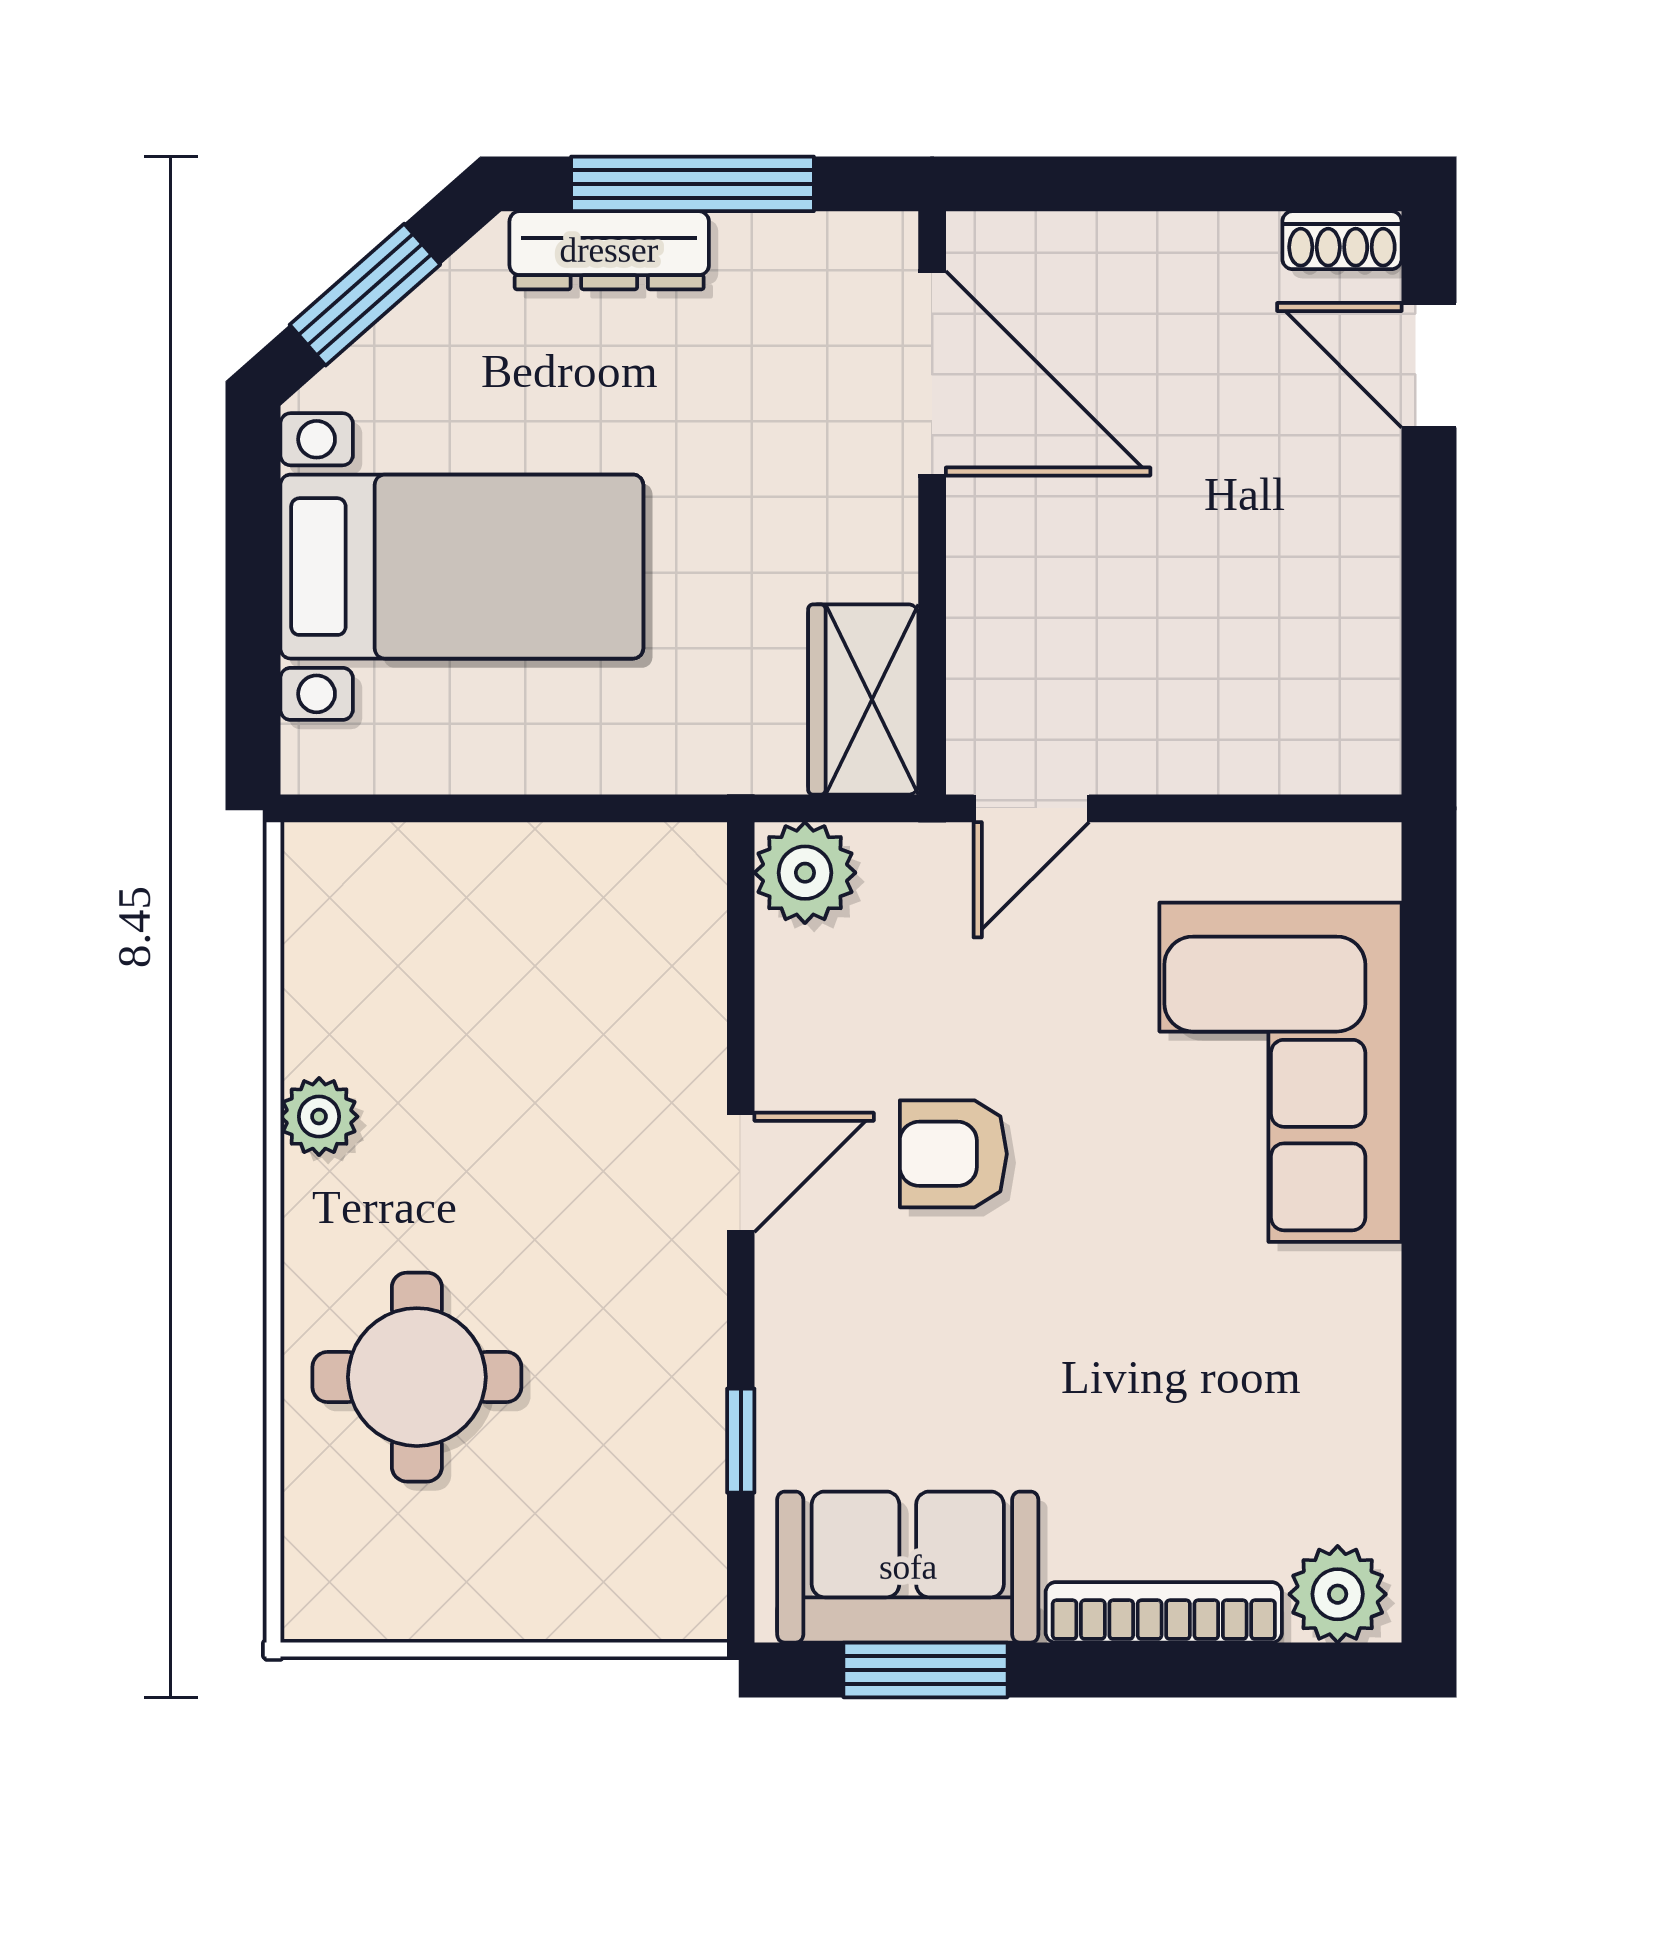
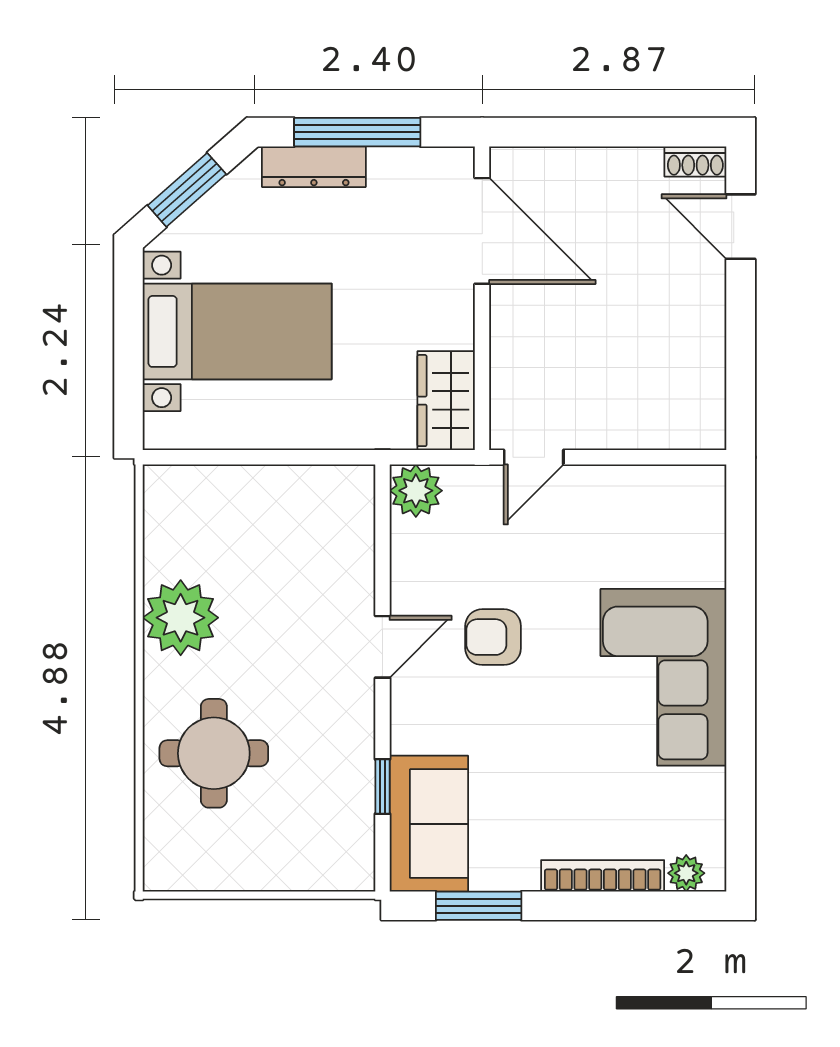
corner sofa: (1281, 1072) -> (663, 677), moved
plant: (319, 1117) -> (181, 618), width x1.88, depth x1.88
sofa: (908, 1567) -> (429, 824), moved, turned 90
plant: (1338, 1594) -> (686, 873), width x0.73, depth x0.73

